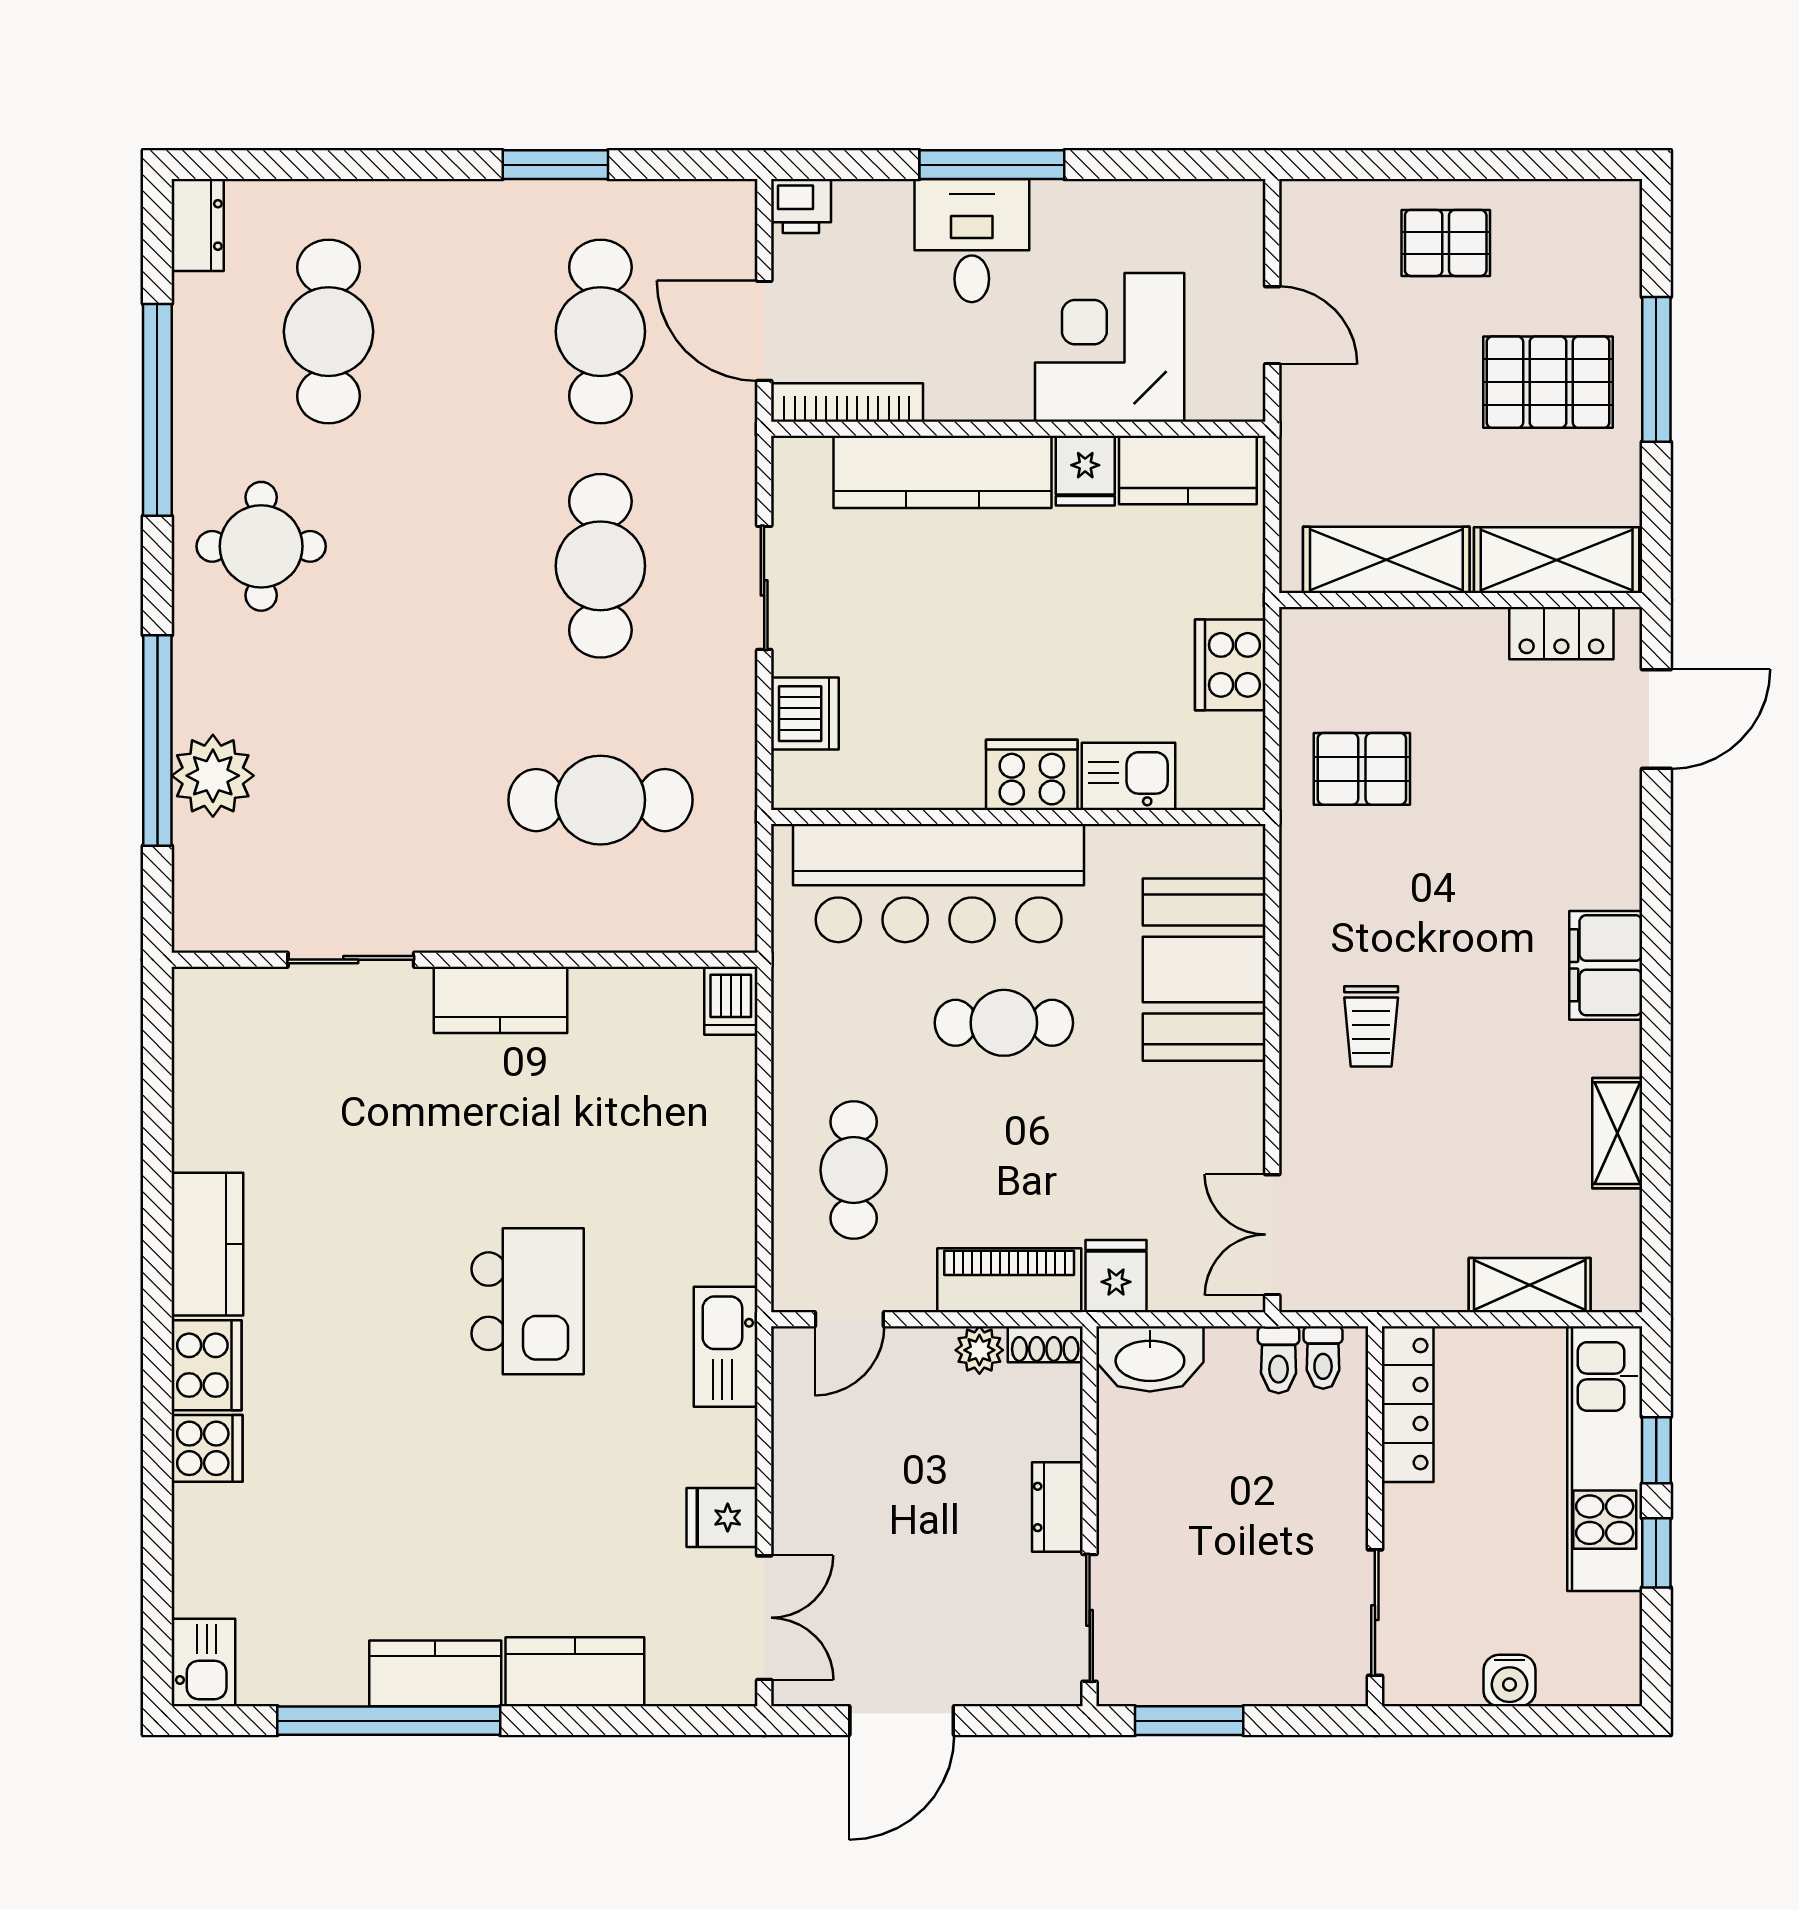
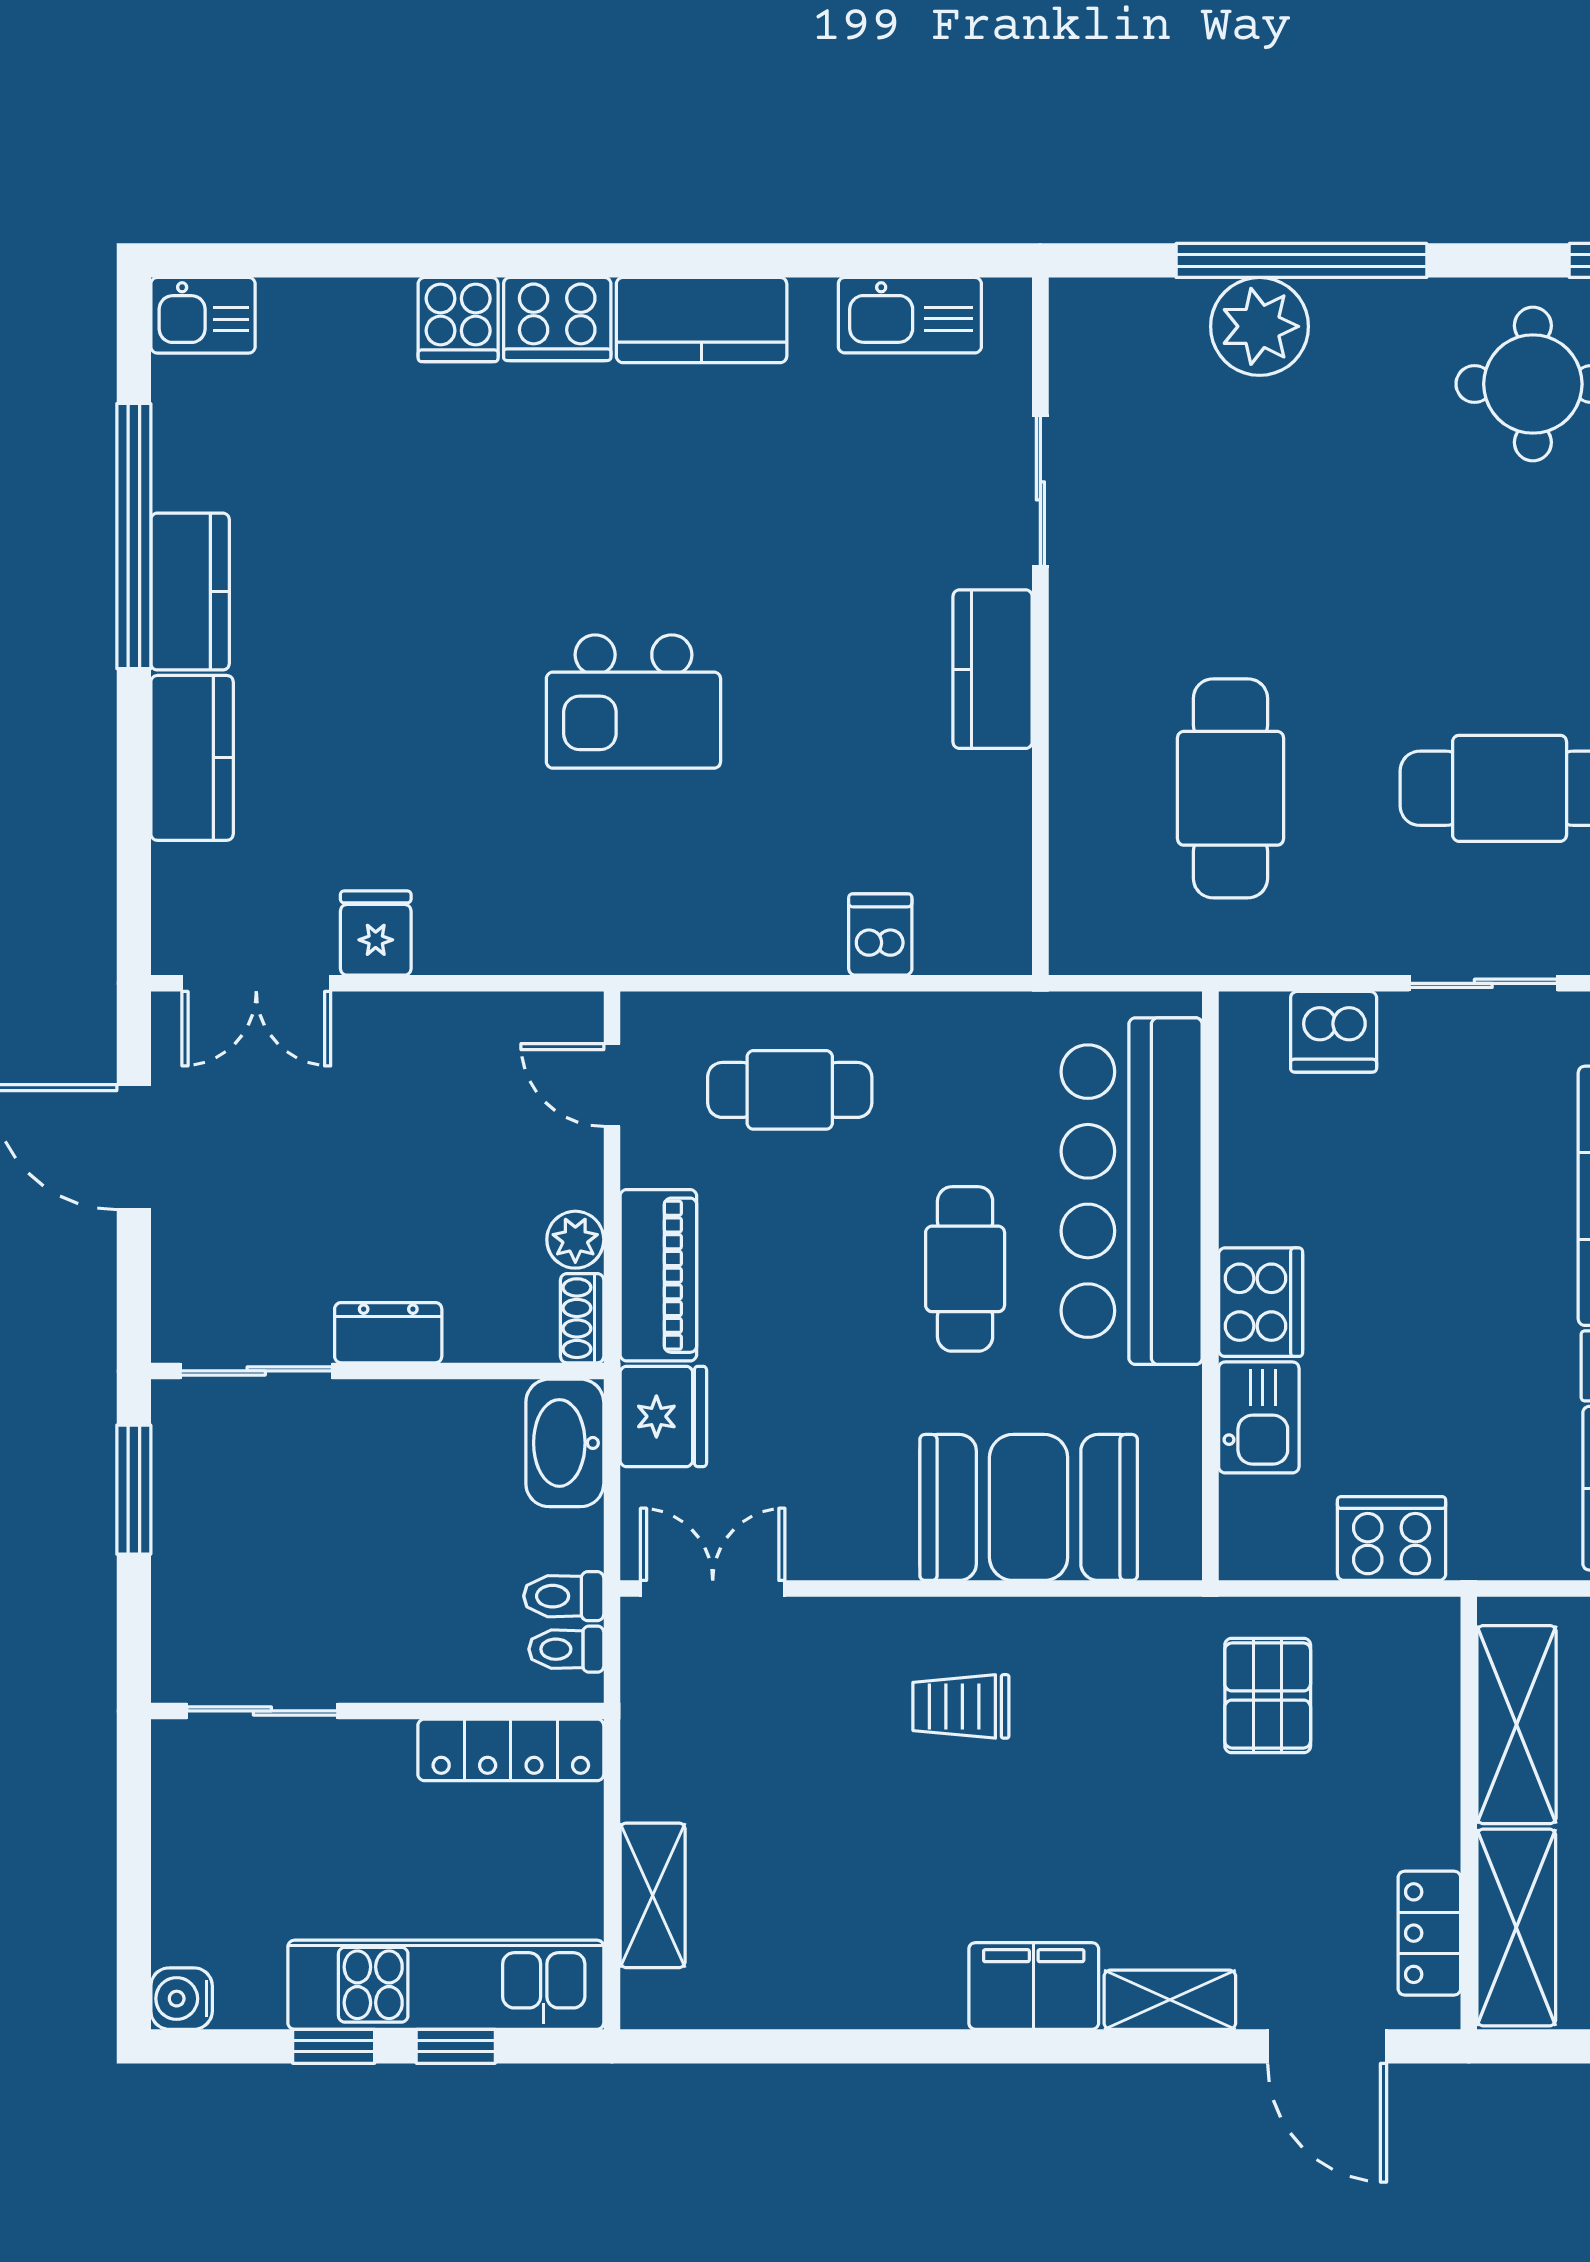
dishwasher: (731, 1001) -> (880, 934), moved, turned 90
shelving: (1617, 1133) -> (1170, 2000), moved
fridge: (1116, 1276) -> (663, 1416), width x1.38
kitchen sink: (726, 1347) -> (910, 315), moved, turned 180
water cooler: (1510, 1680) -> (182, 1999), moved

